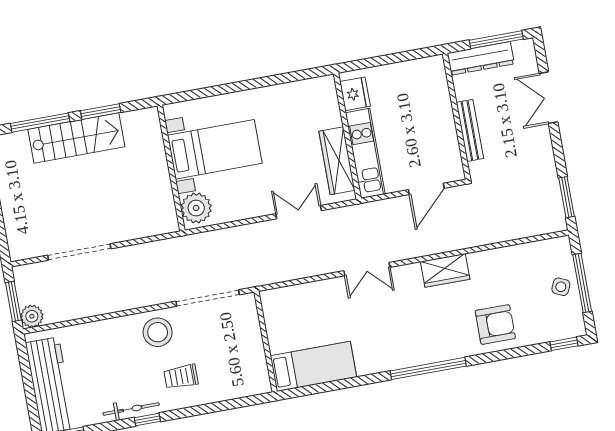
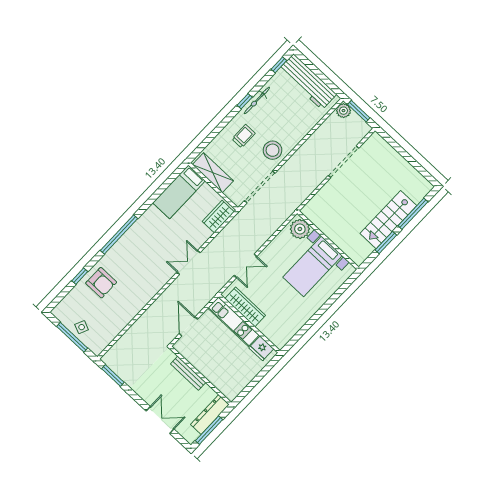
wardrobe: (445, 270) -> (218, 217), moved
armchair: (495, 324) -> (101, 283), turned -90
window: (564, 344) -> (80, 276), moved
shelving: (253, 359) -> (213, 173), added

